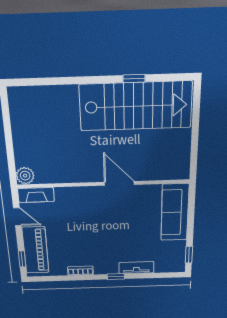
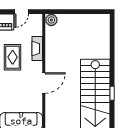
fireplace: (36, 195) -> (37, 49), moved
rug: (83, 226) -> (13, 57), added

